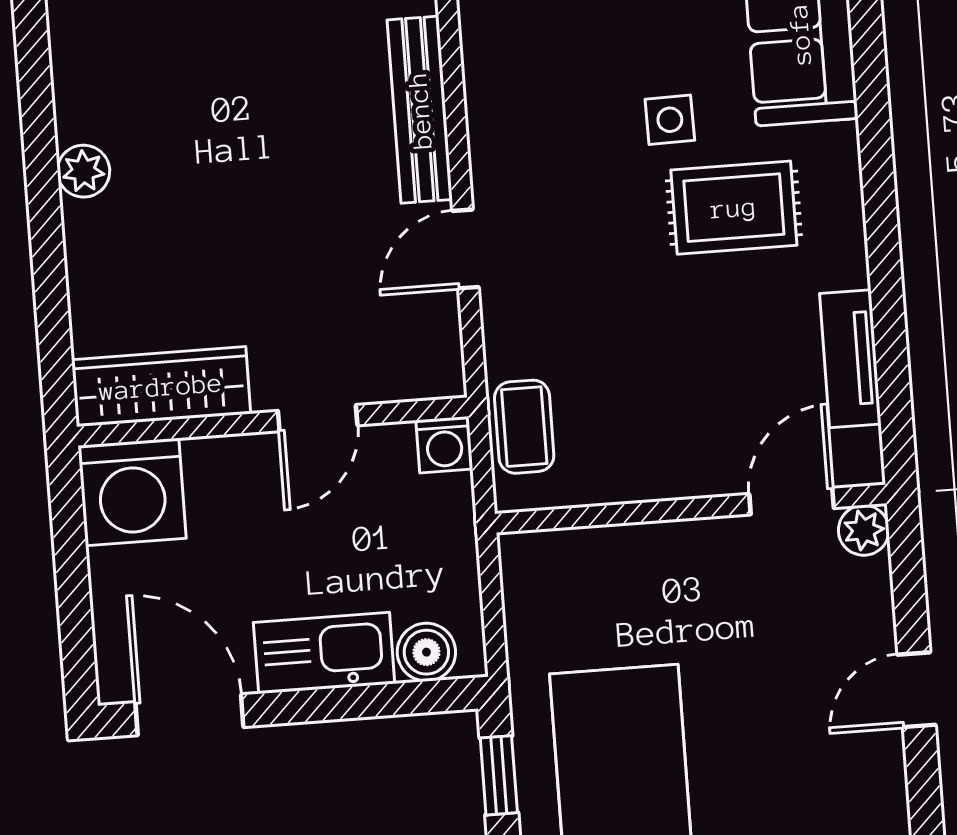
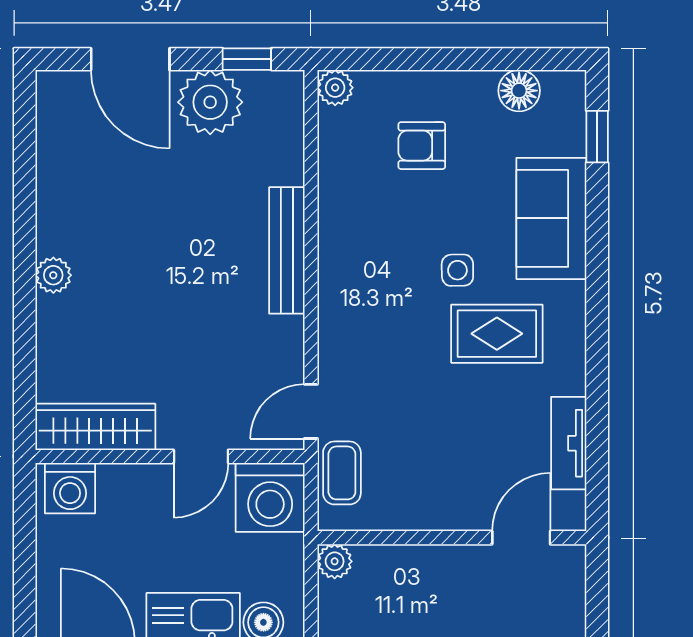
door: (466, 249) -> (311, 411), moved
washing machine: (444, 445) -> (270, 497), width x1.89, depth x1.89
washing machine: (132, 492) -> (70, 488), width x0.73, depth x0.73
plant: (864, 530) -> (335, 561), moved

